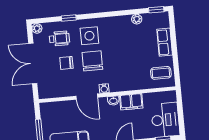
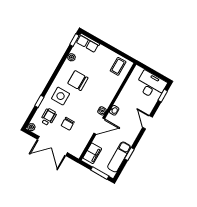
row of seats: (165, 42) -> (88, 43), moved
chair: (92, 61) -> (78, 81), moved
filing cabinet: (131, 102) -> (92, 153), moved

